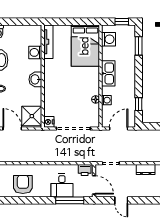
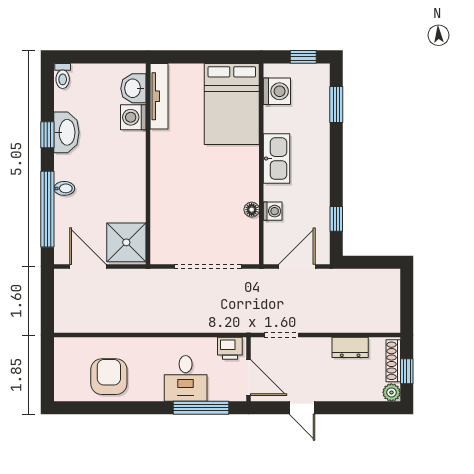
washbasin: (35, 79) -> (133, 88), moved
nightstand: (49, 122) -> (160, 254), removed

